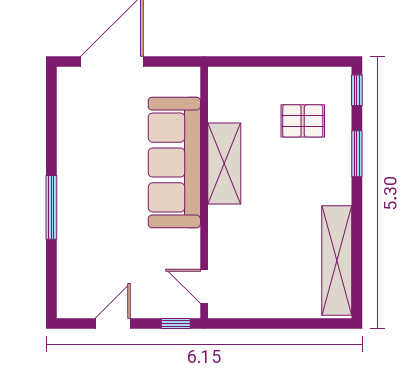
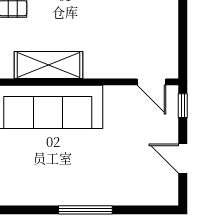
door: (204, 286) -> (152, 82), hinge flipped

